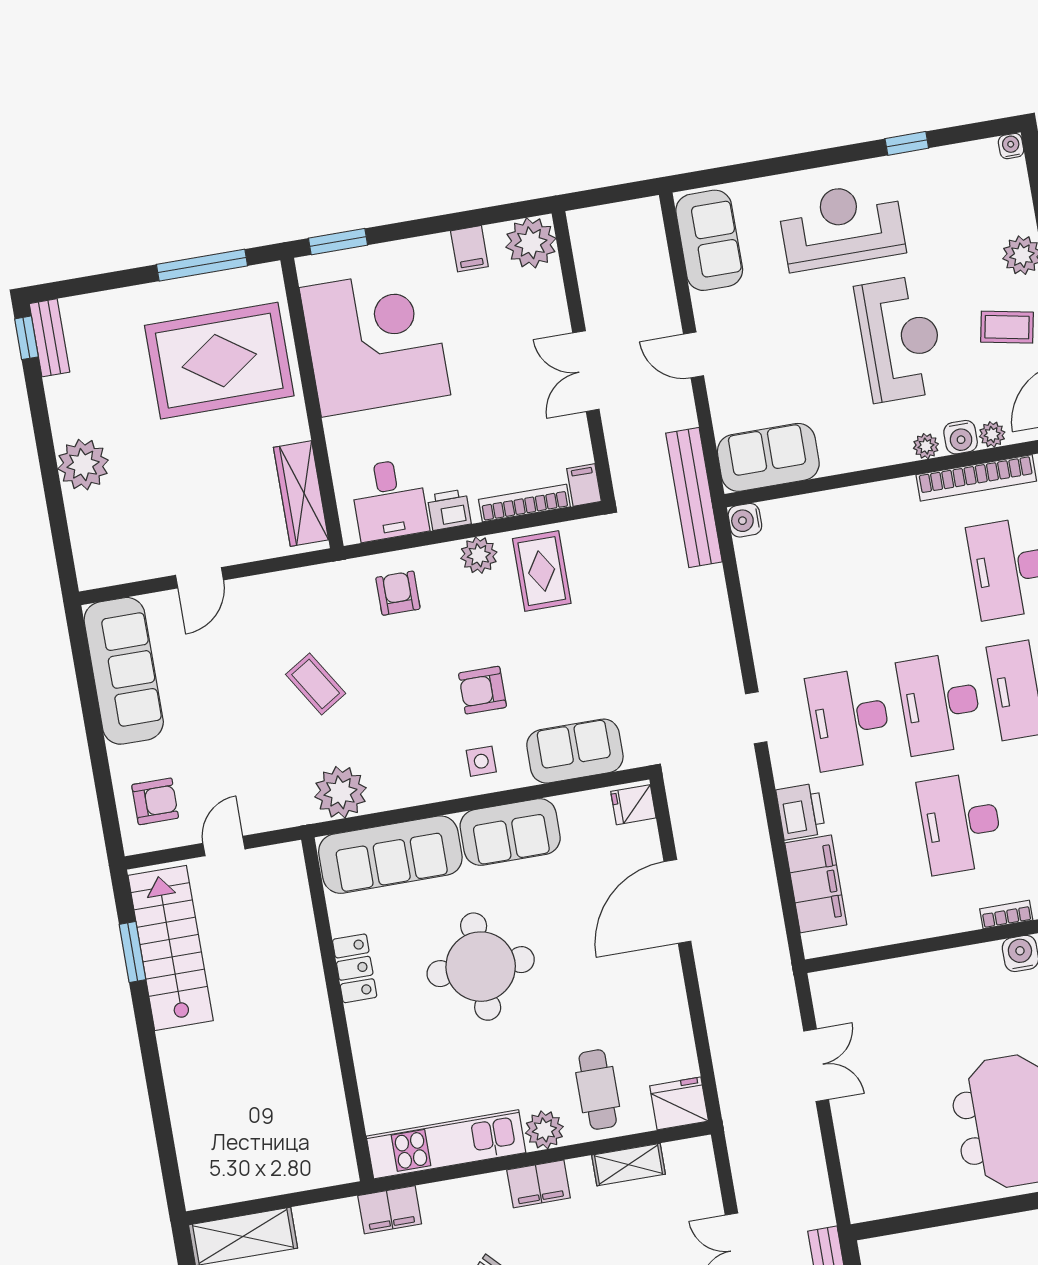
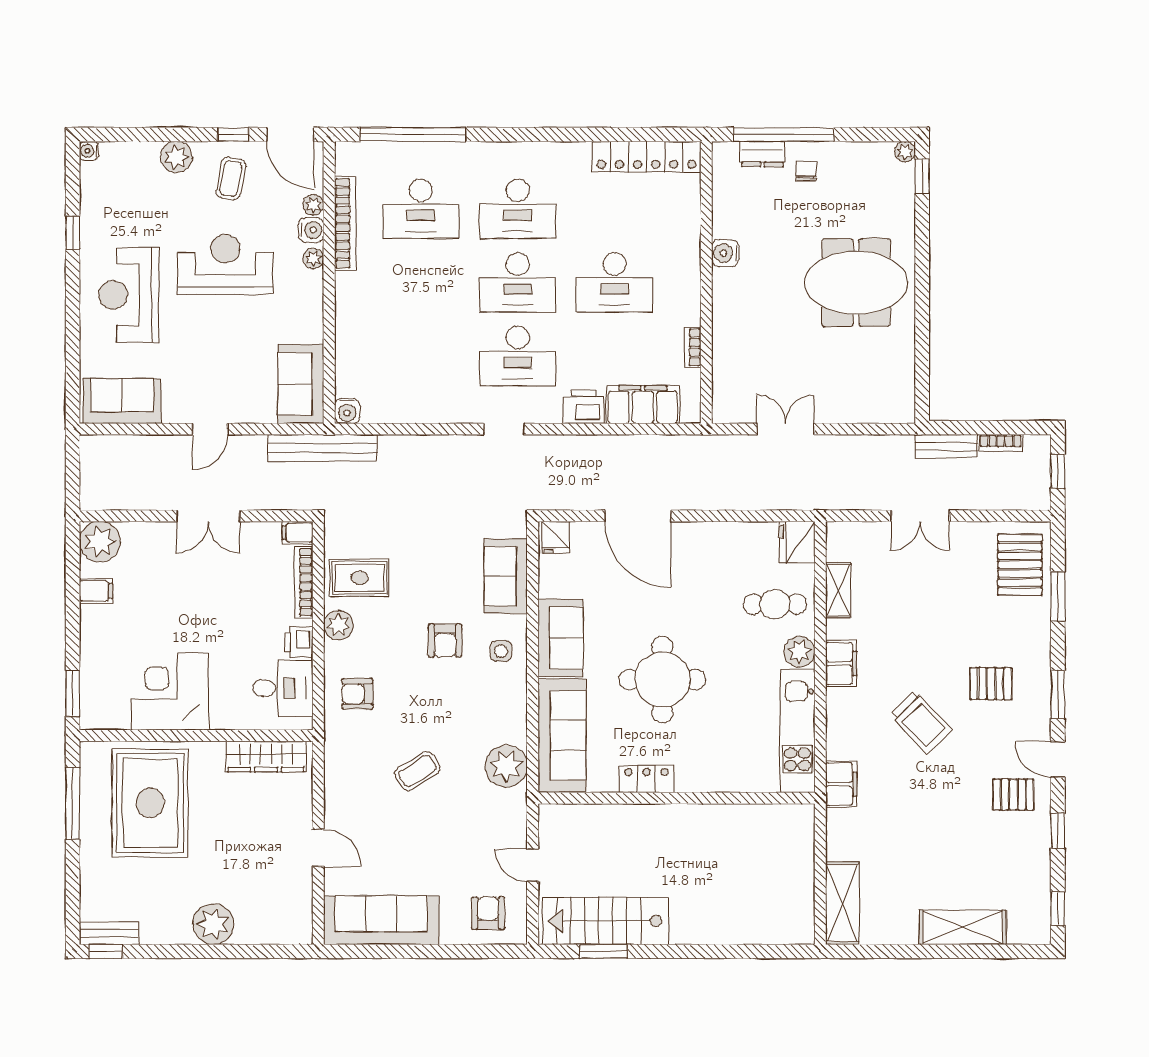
corner desk: (375, 341) -> (170, 692), width x0.74, depth x0.74
bookcase: (1006, 915) -> (693, 347), moved

